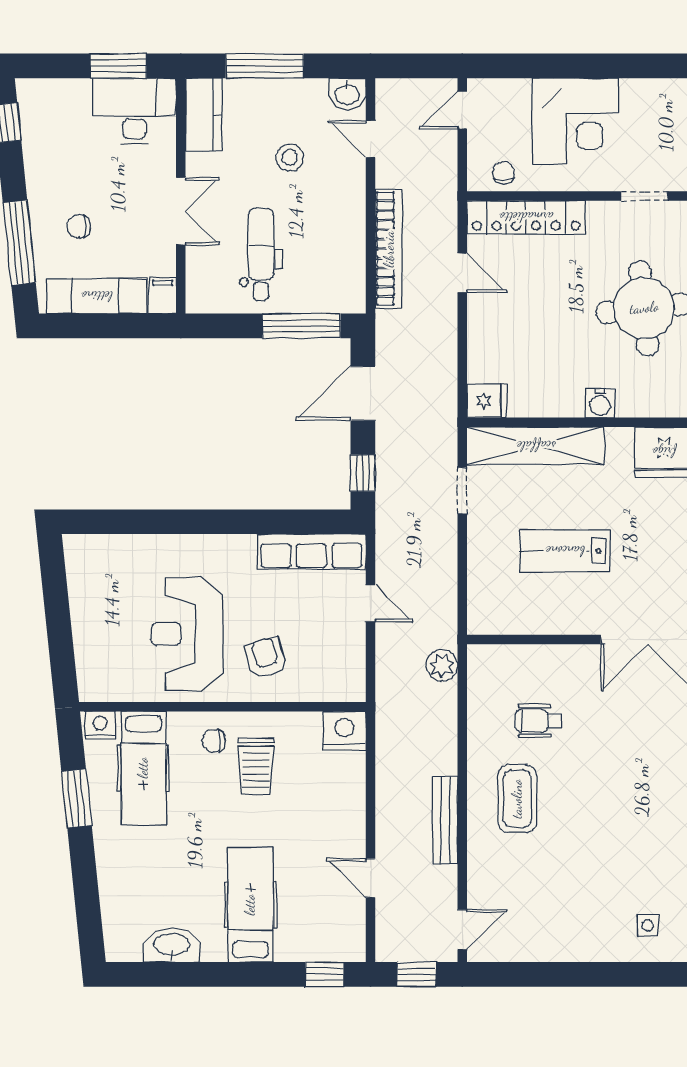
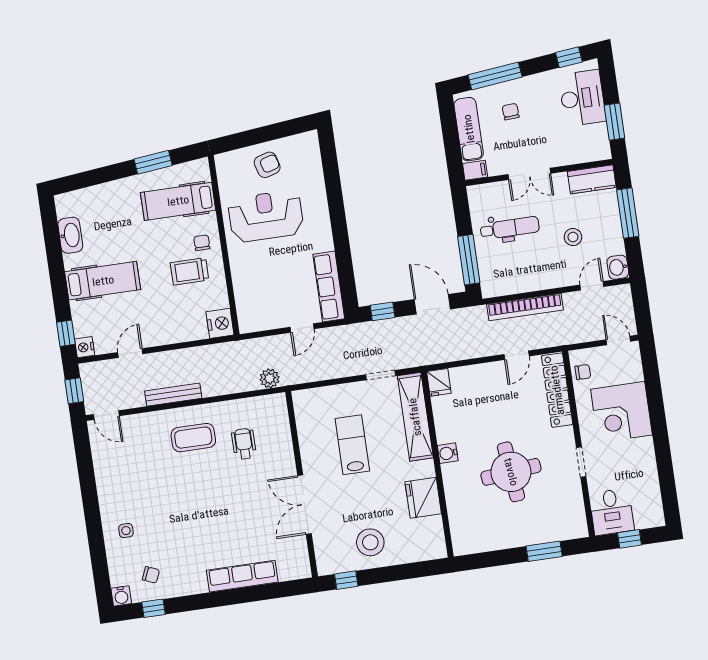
desk: (134, 111) -> (582, 98), moved
armchair: (266, 658) -> (267, 165), moved
nightstand: (100, 725) -> (85, 347), moved, turned 180

